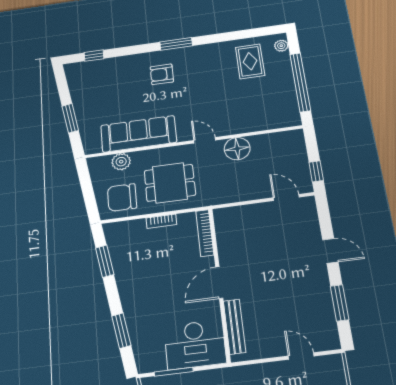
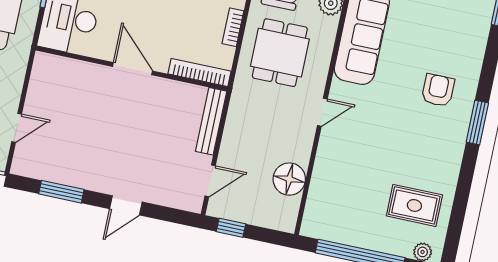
floor lamp: (237, 149) -> (289, 179), moved
bench: (235, 327) -> (211, 121), moved, turned 90

